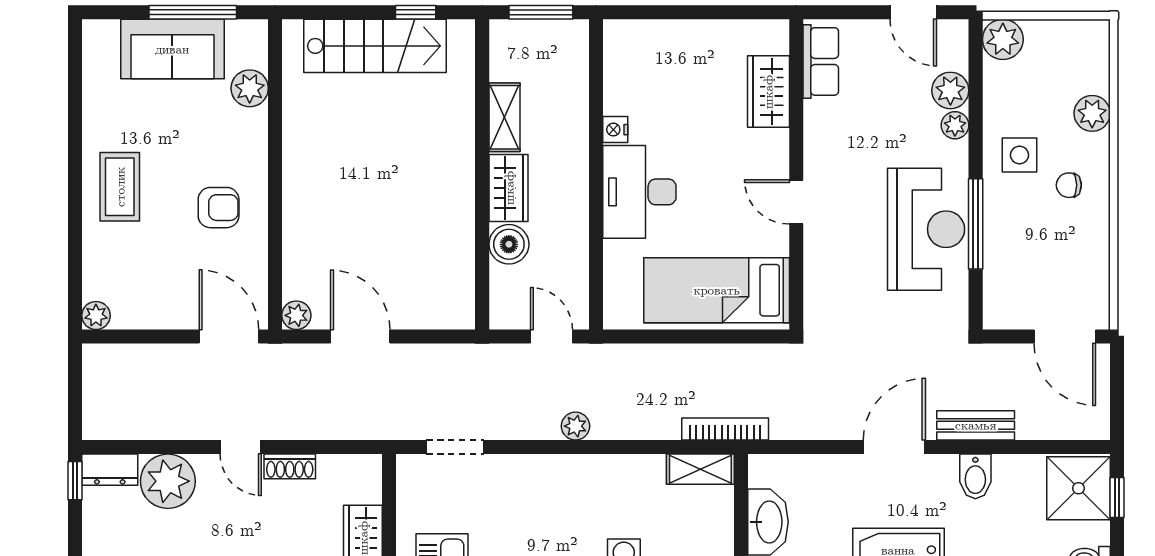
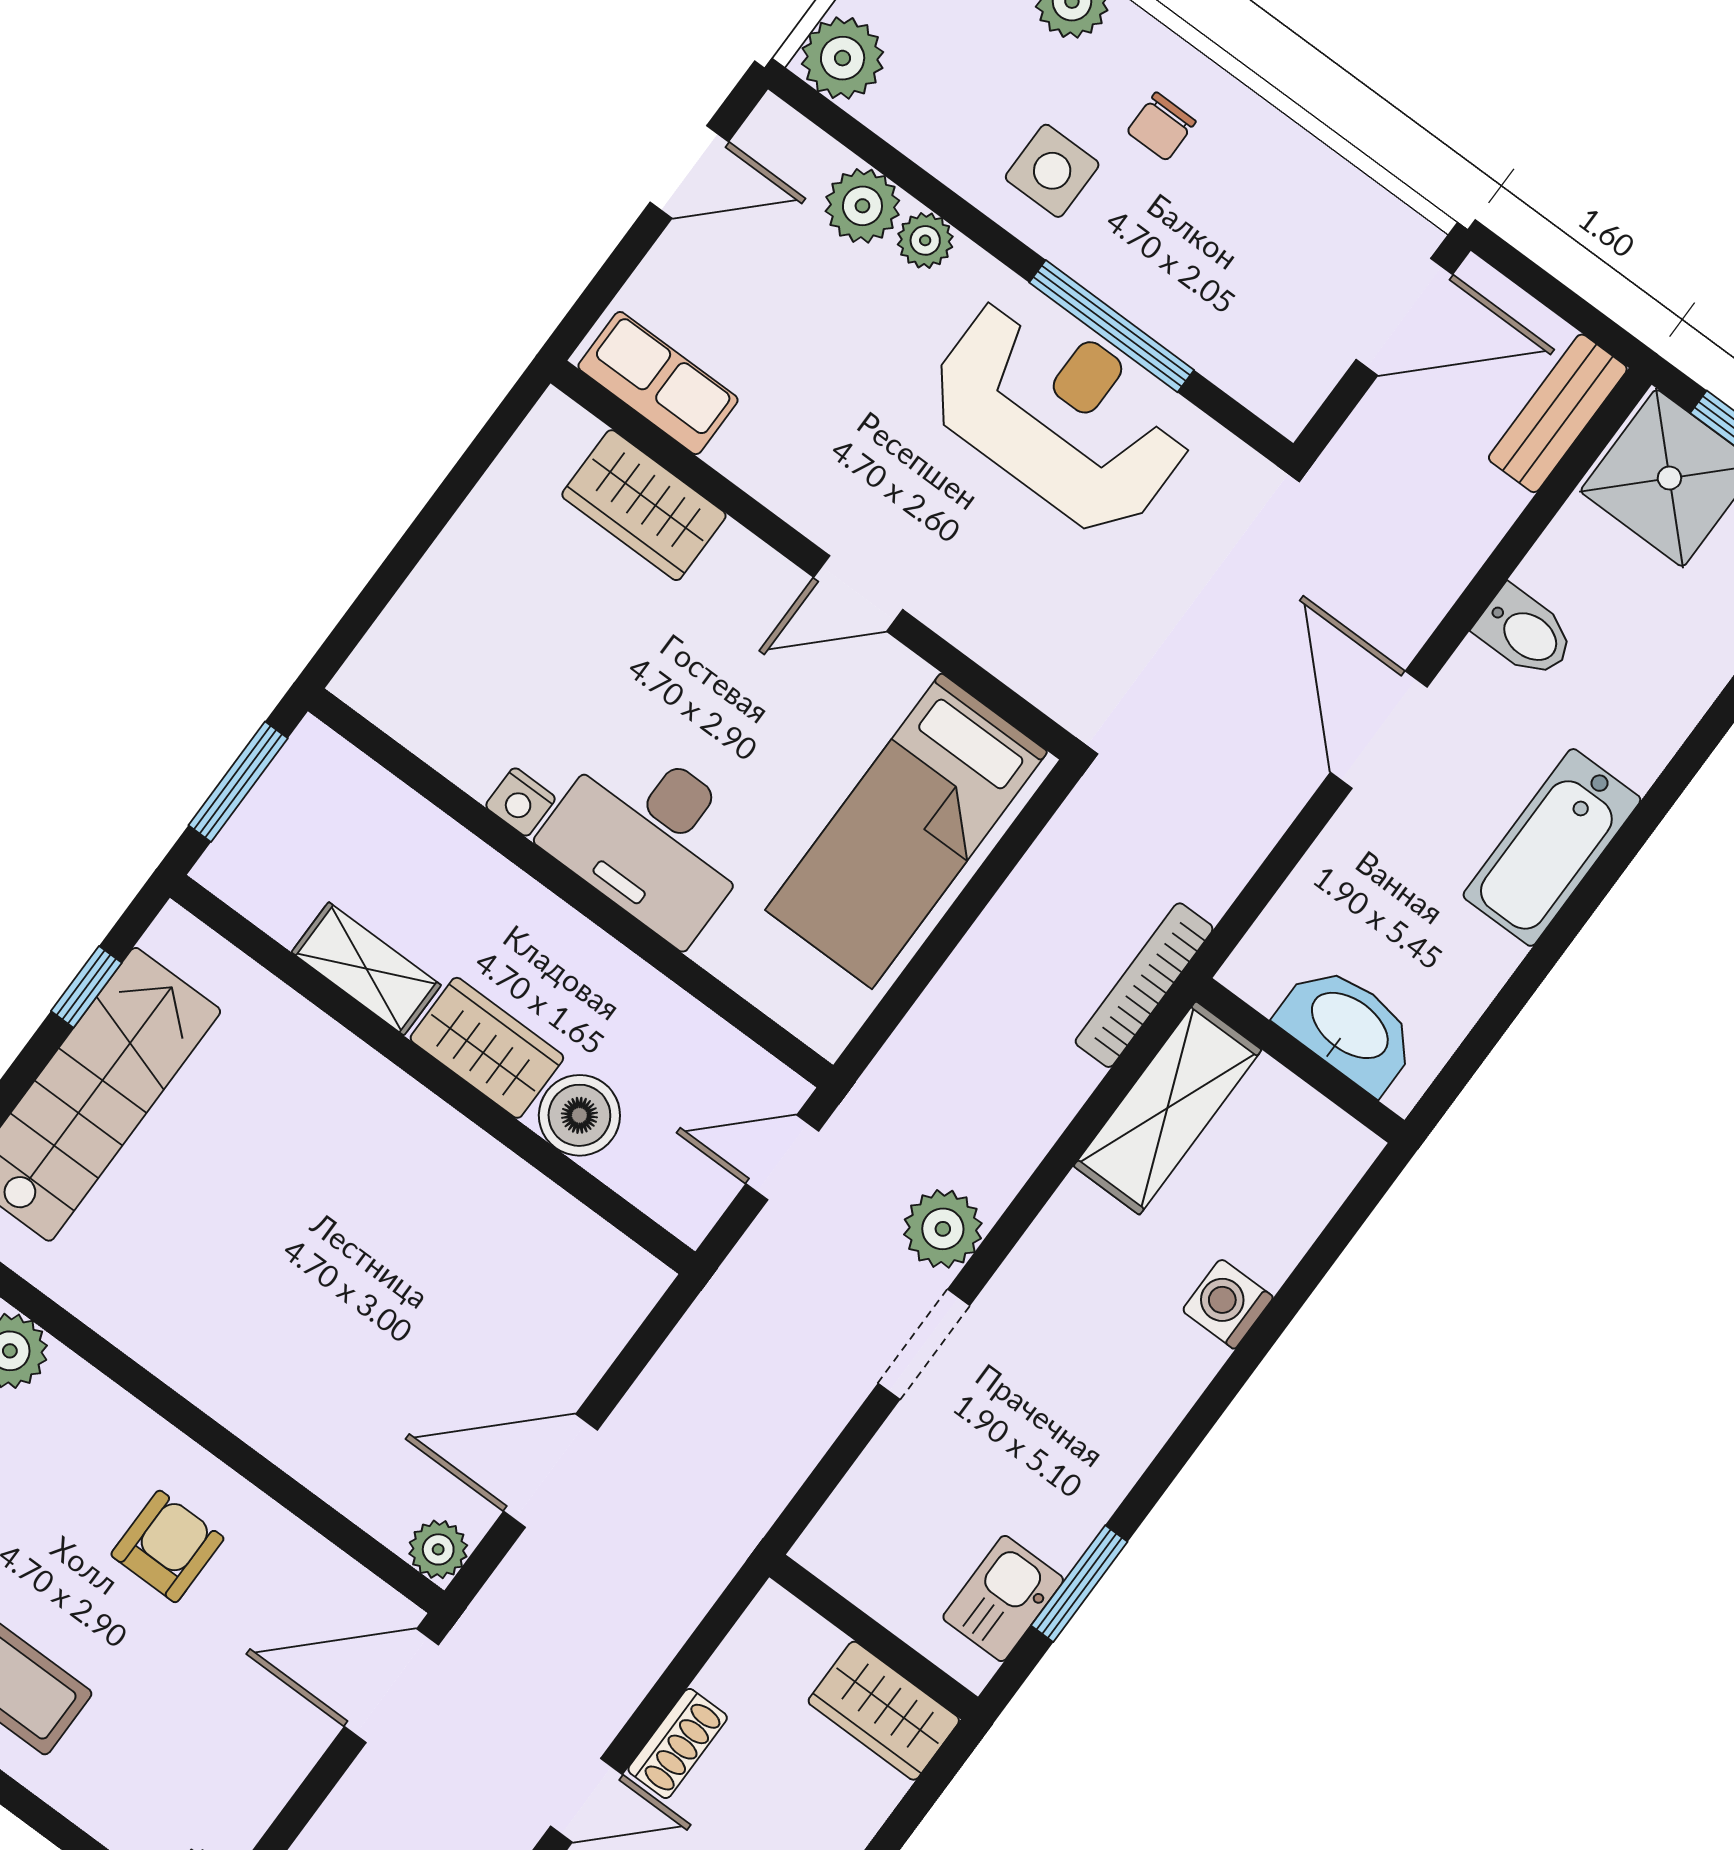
bench: (976, 425) -> (1558, 413), moved
plant: (575, 426) -> (943, 1229), width x1.38, depth x1.38
doorway: (455, 447) -> (924, 1344), moved
shelving: (700, 469) -> (1168, 1108), width x1.50, depth x1.33

